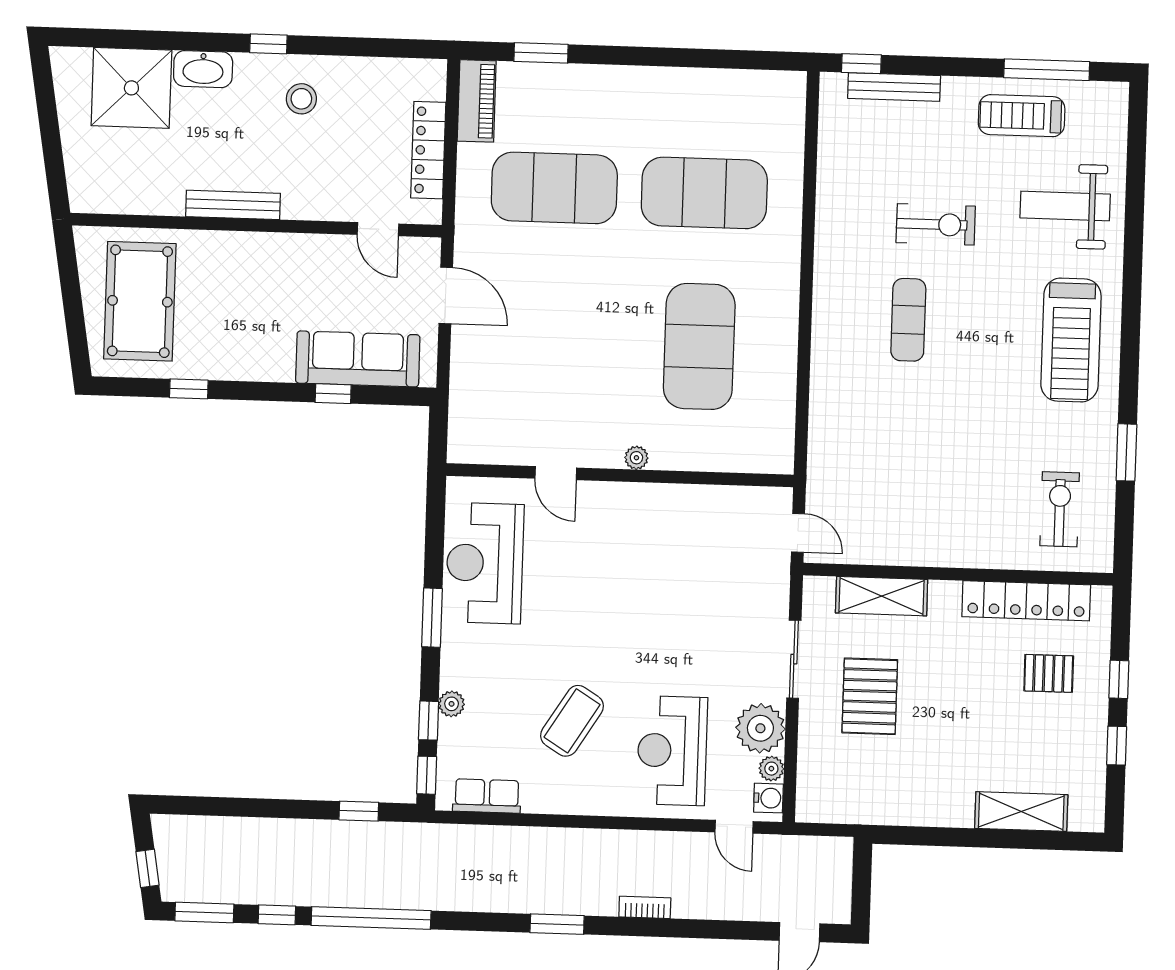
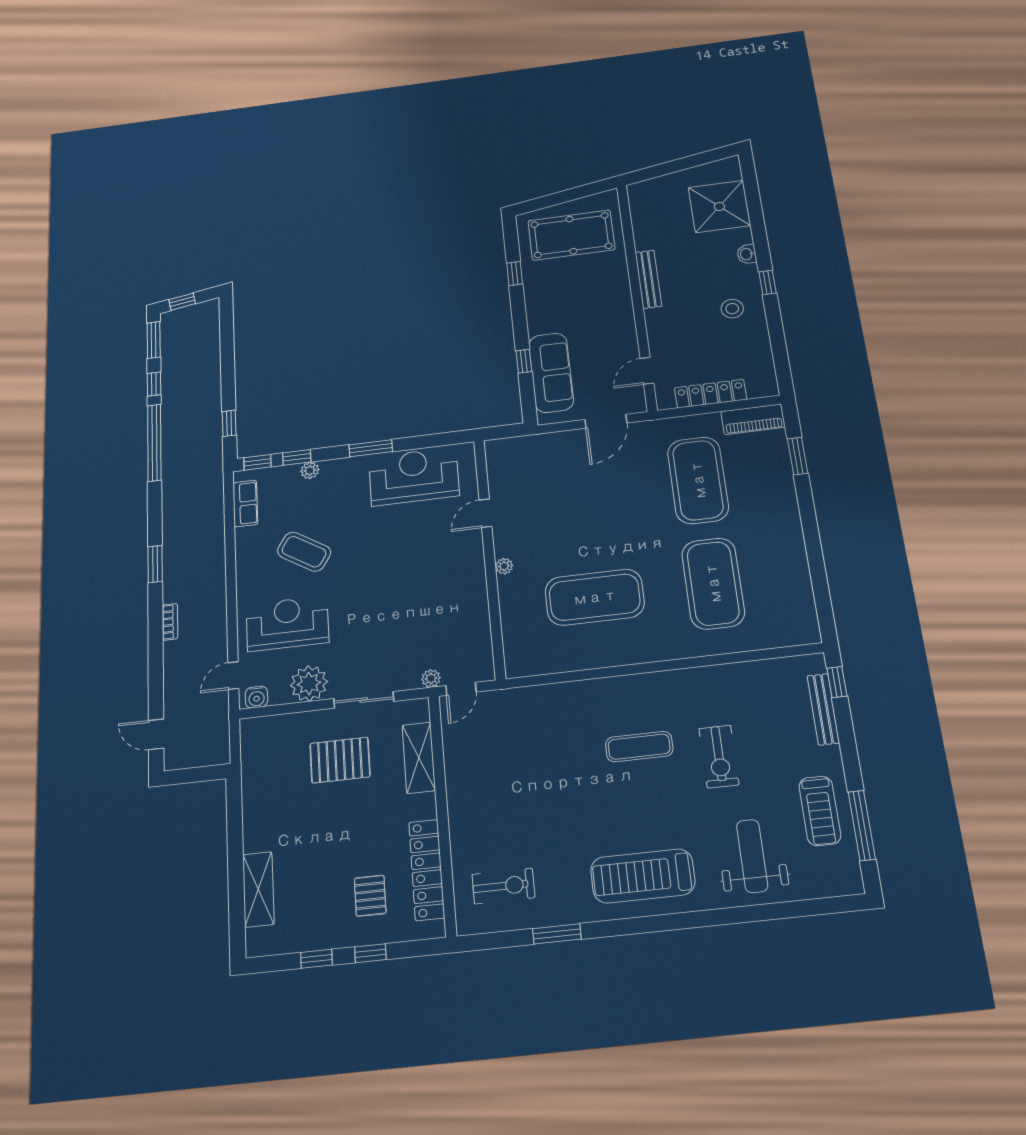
washbasin: (203, 69) -> (747, 254), width x0.52, depth x0.69
treadmill: (1022, 116) -> (820, 811), turned 180
plant: (771, 769) -> (431, 678), moved

